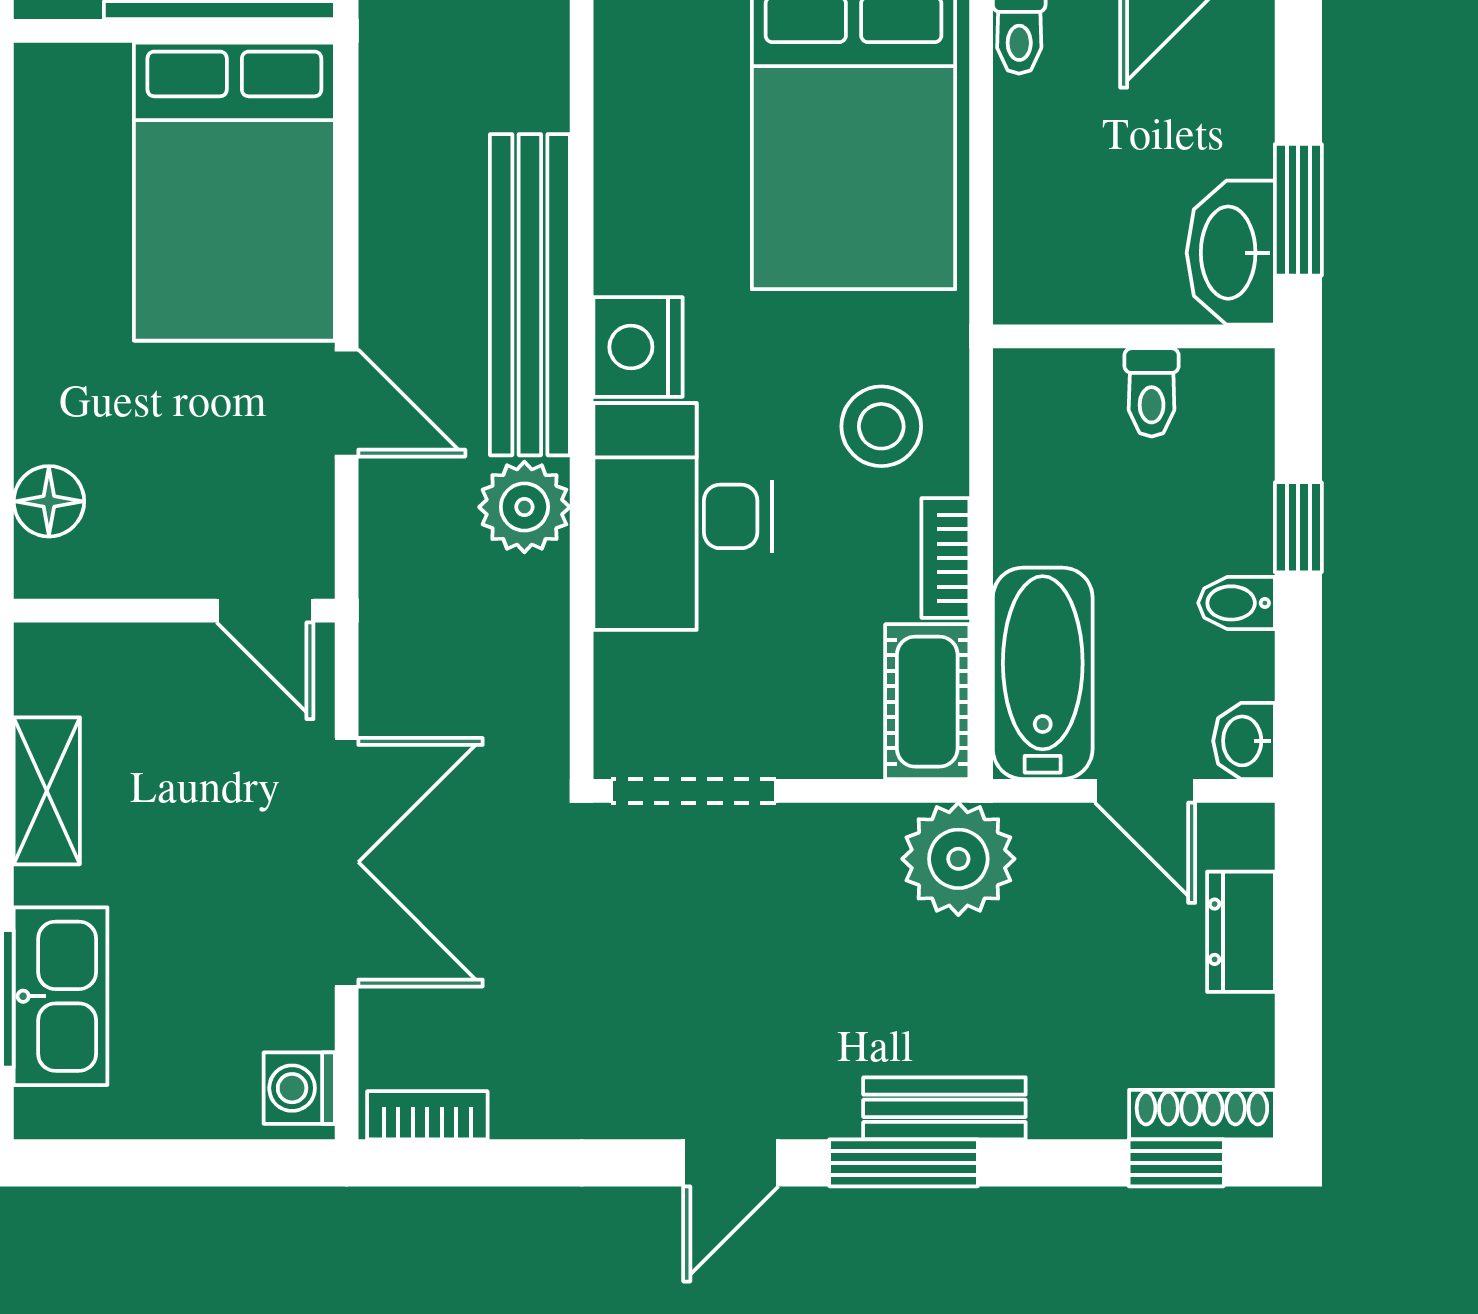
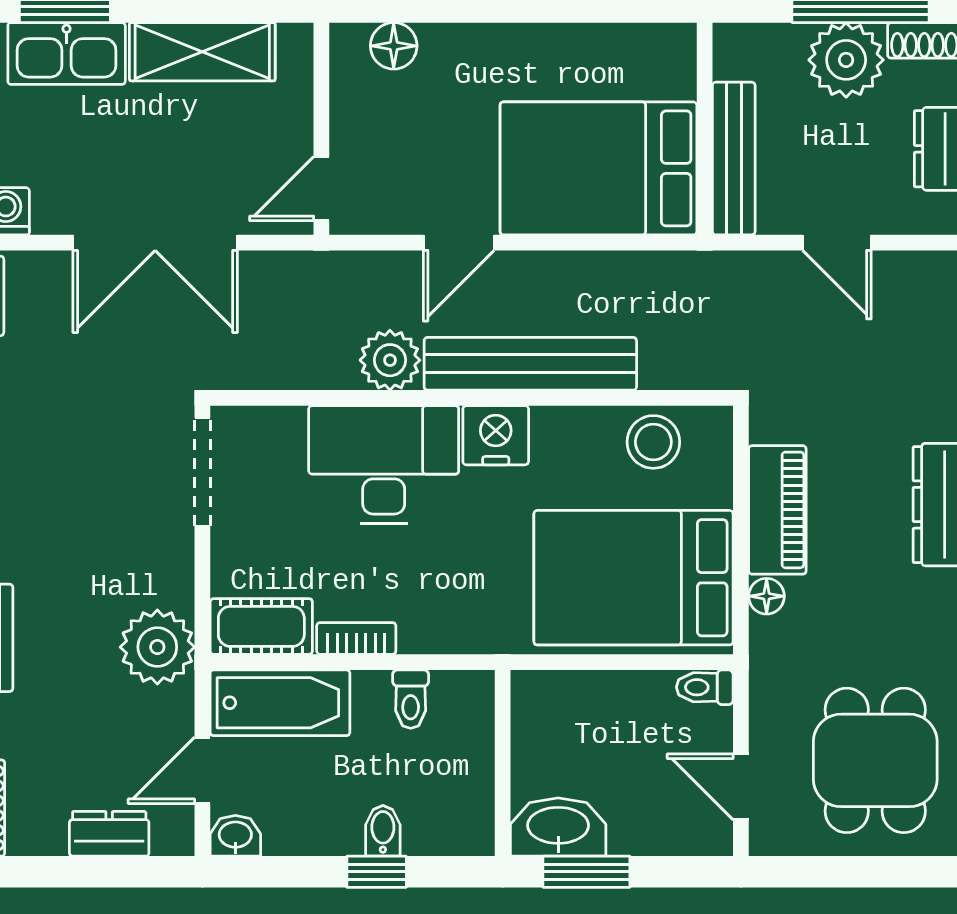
toilet: (1152, 392) -> (411, 699), moved, turned -90
stool: (881, 426) -> (653, 442), moved
bidet: (1236, 603) -> (383, 831), moved
shelving: (47, 791) -> (202, 52), width x1.50, depth x1.33

